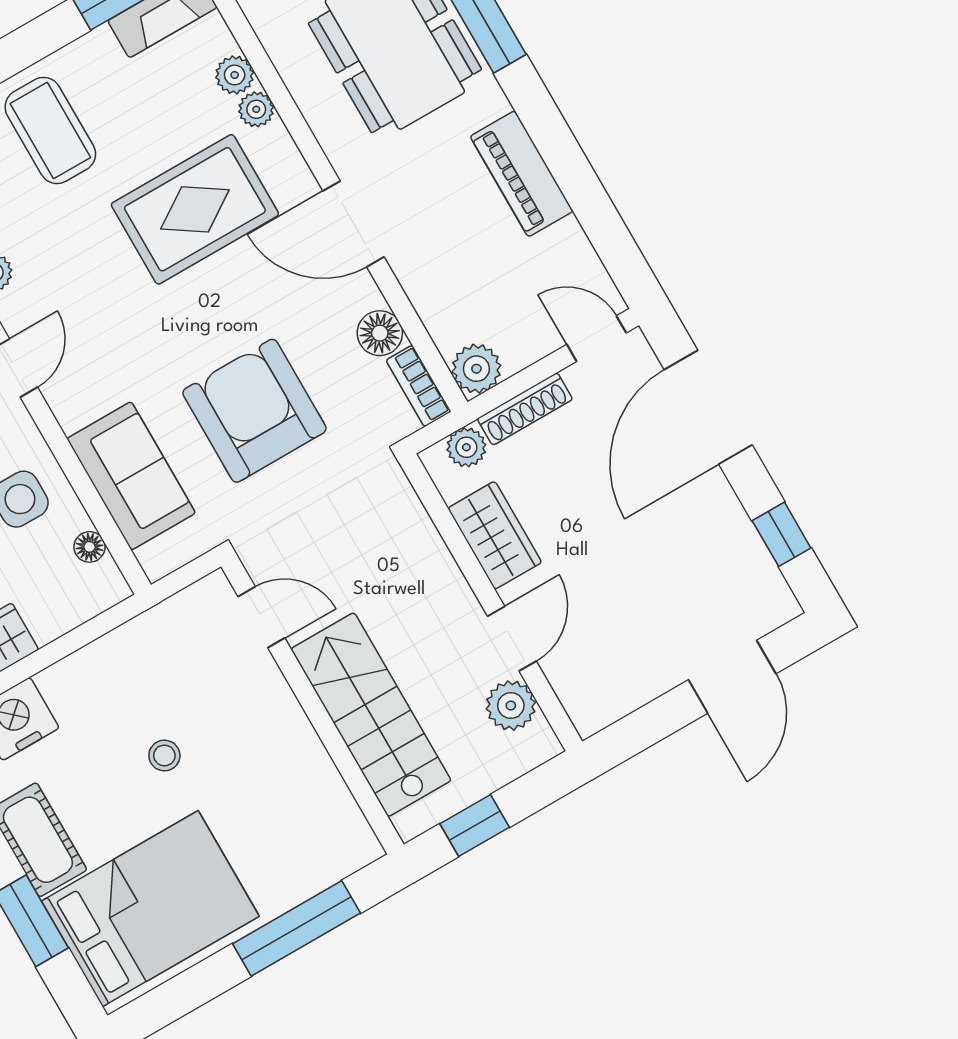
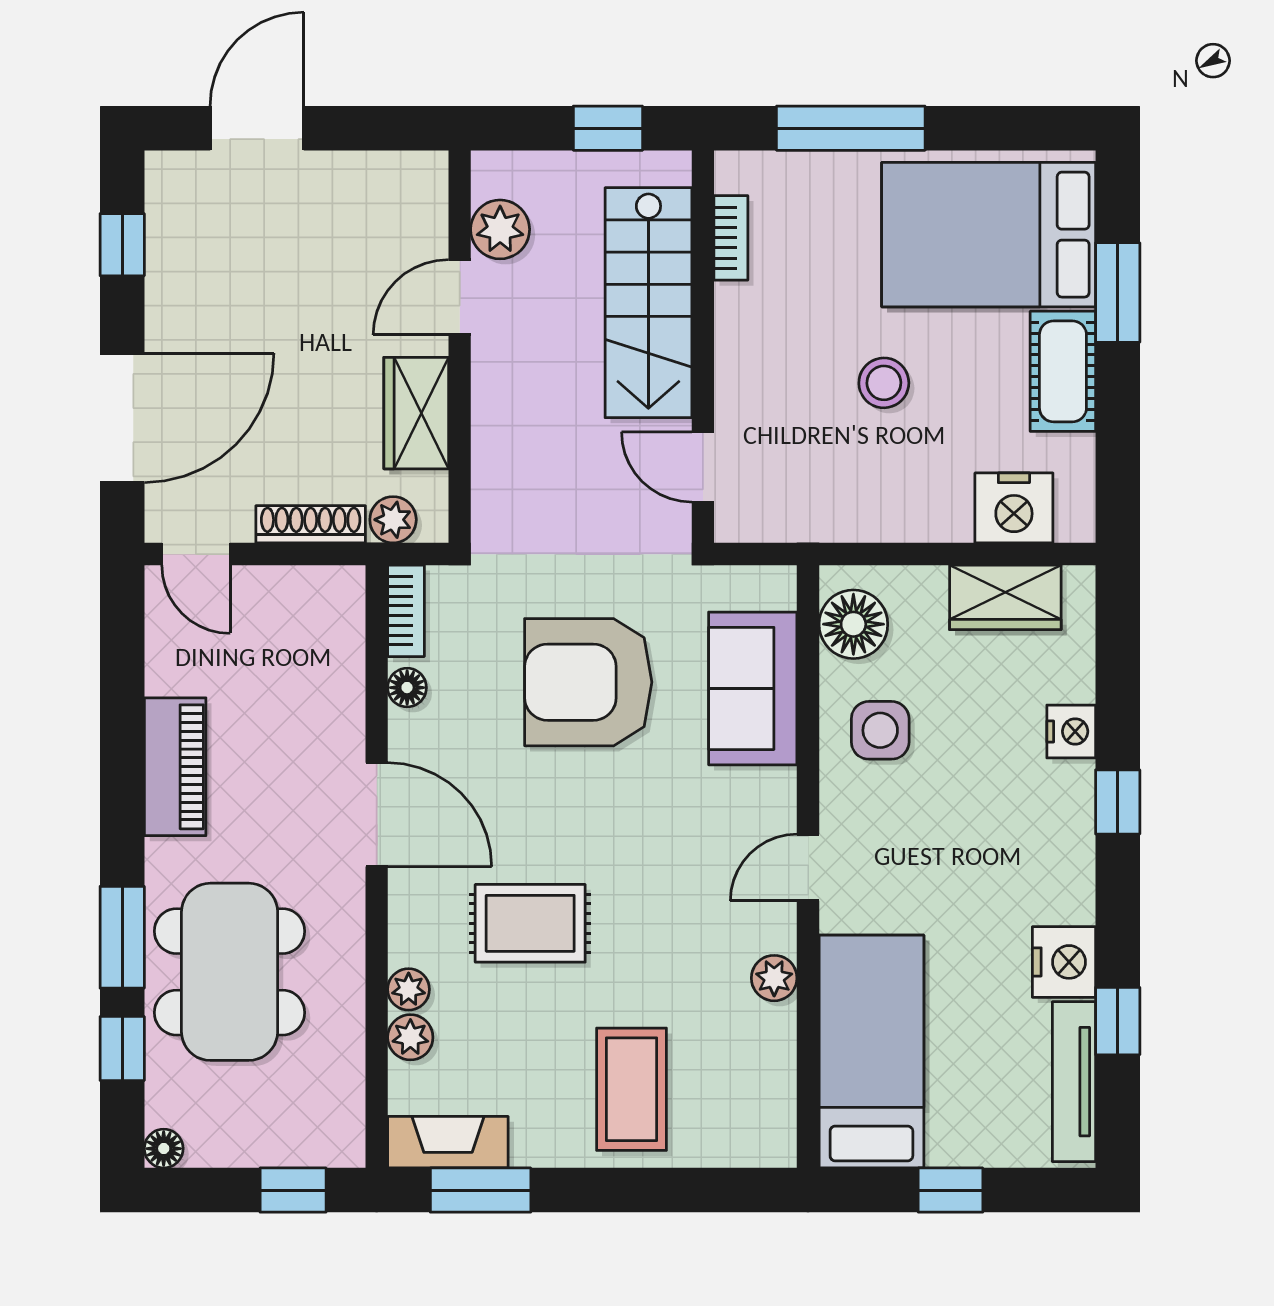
rug: (195, 209) -> (530, 923), width x0.73, depth x0.70
floor lamp: (380, 333) -> (407, 688), width x0.73, depth x0.73
plant: (476, 369) -> (336, 594), removed
armchair: (254, 411) -> (588, 682), turned 90
floor lamp: (89, 547) -> (853, 624), width x1.89, depth x1.89
stool: (164, 755) -> (884, 383), width x1.37, depth x1.37
bookcase: (338, 797) -> (731, 238), added

